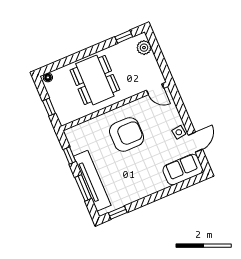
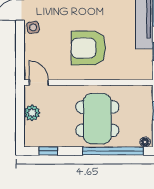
plant: (144, 48) -> (32, 113), moved
window: (71, 59) -> (113, 151), added

